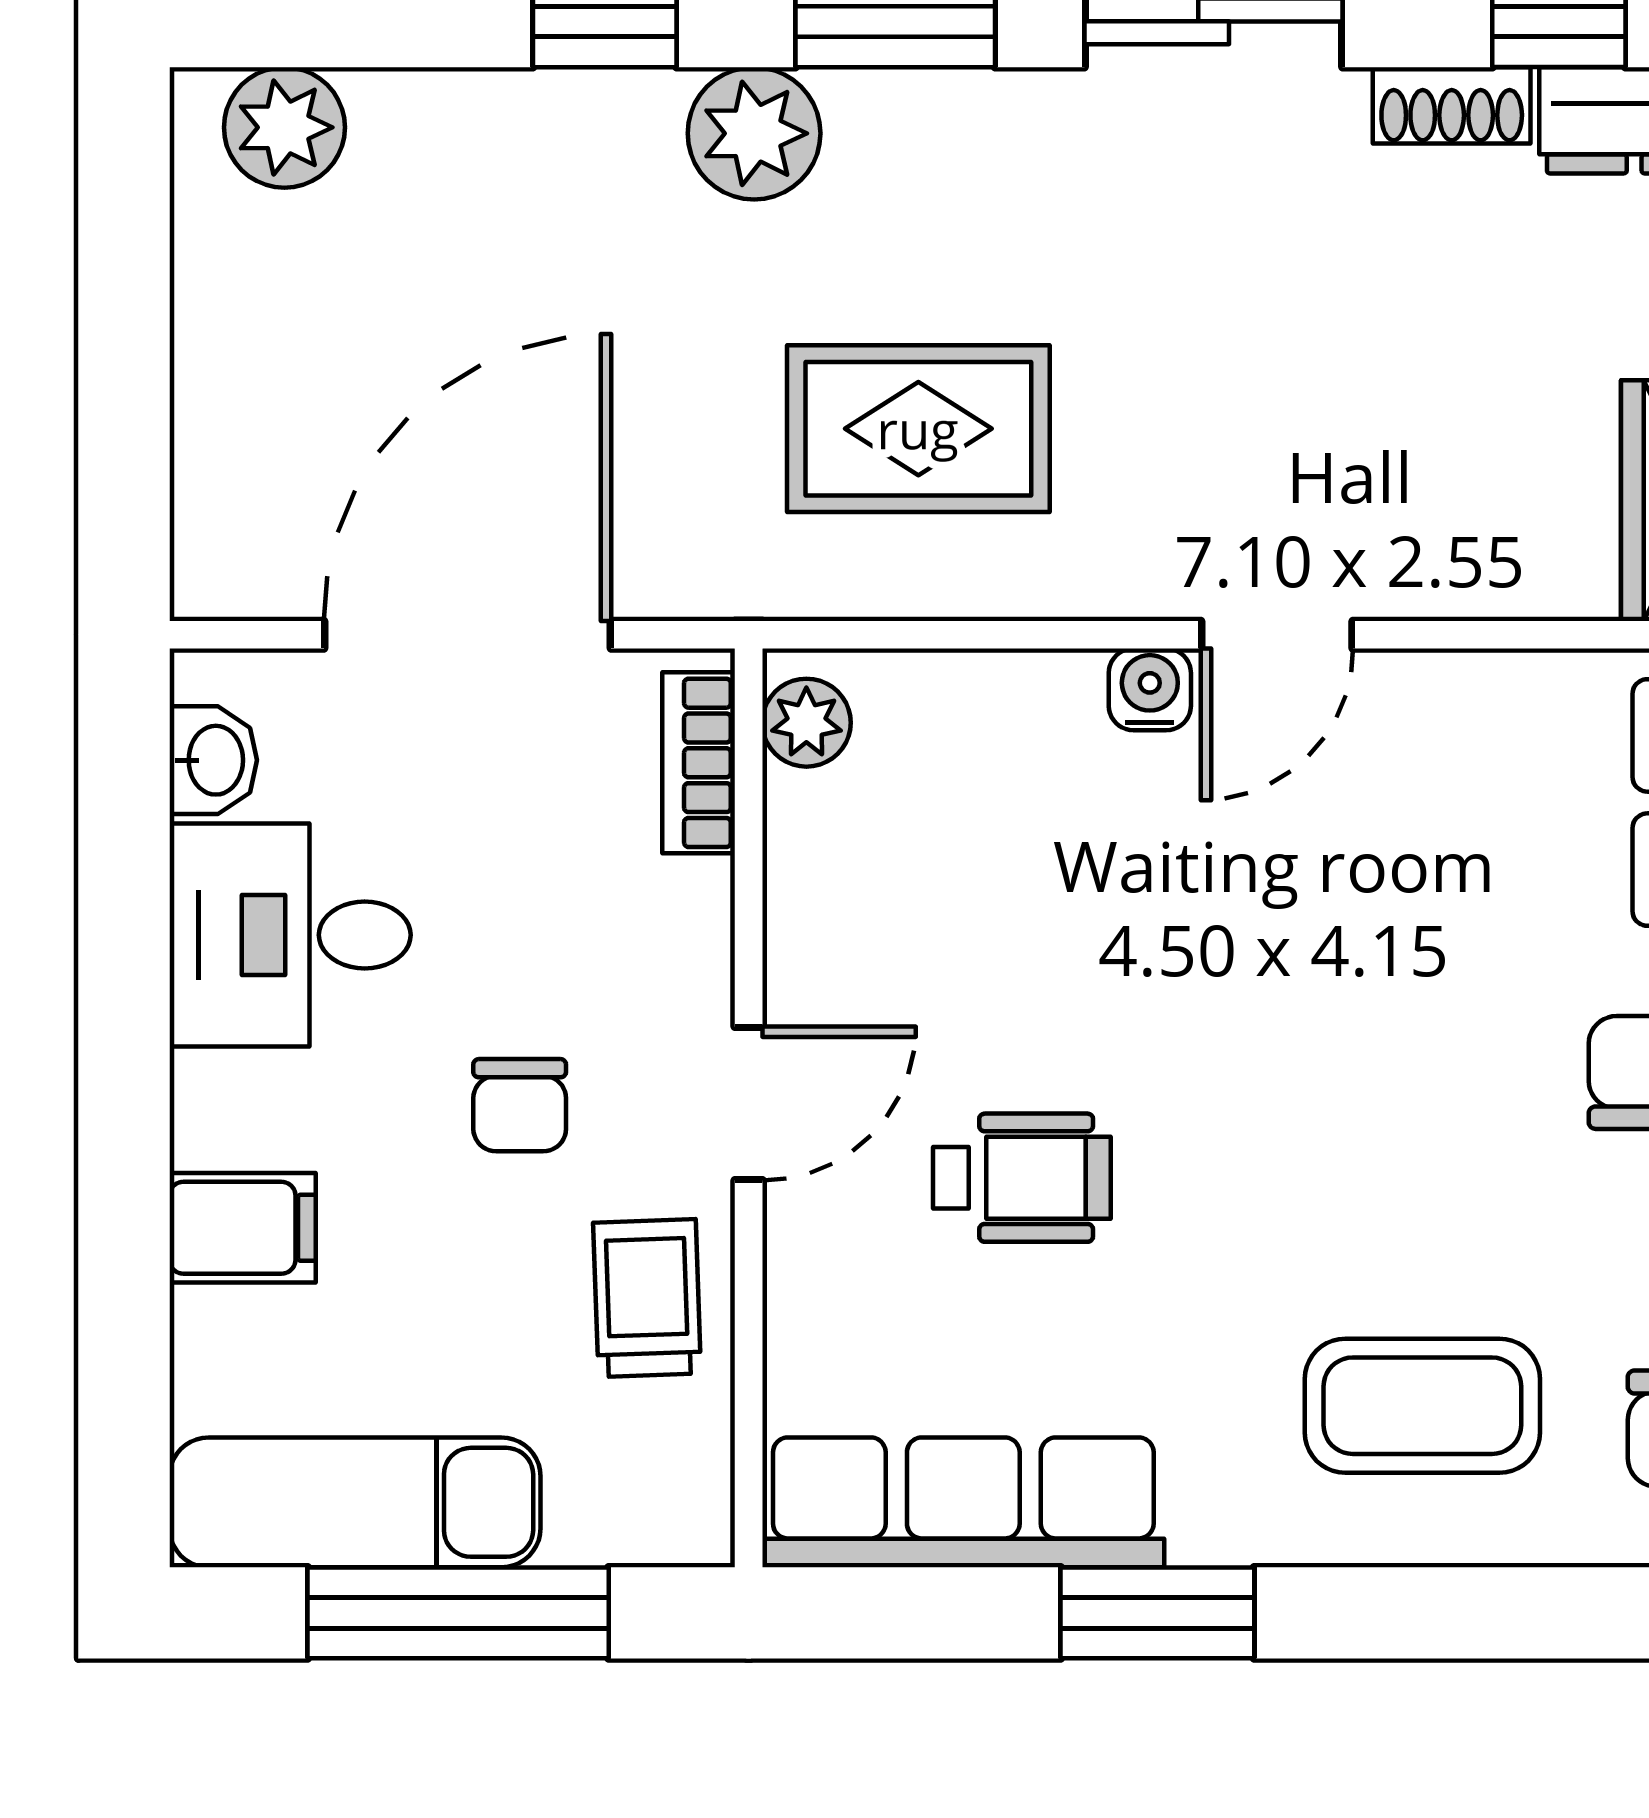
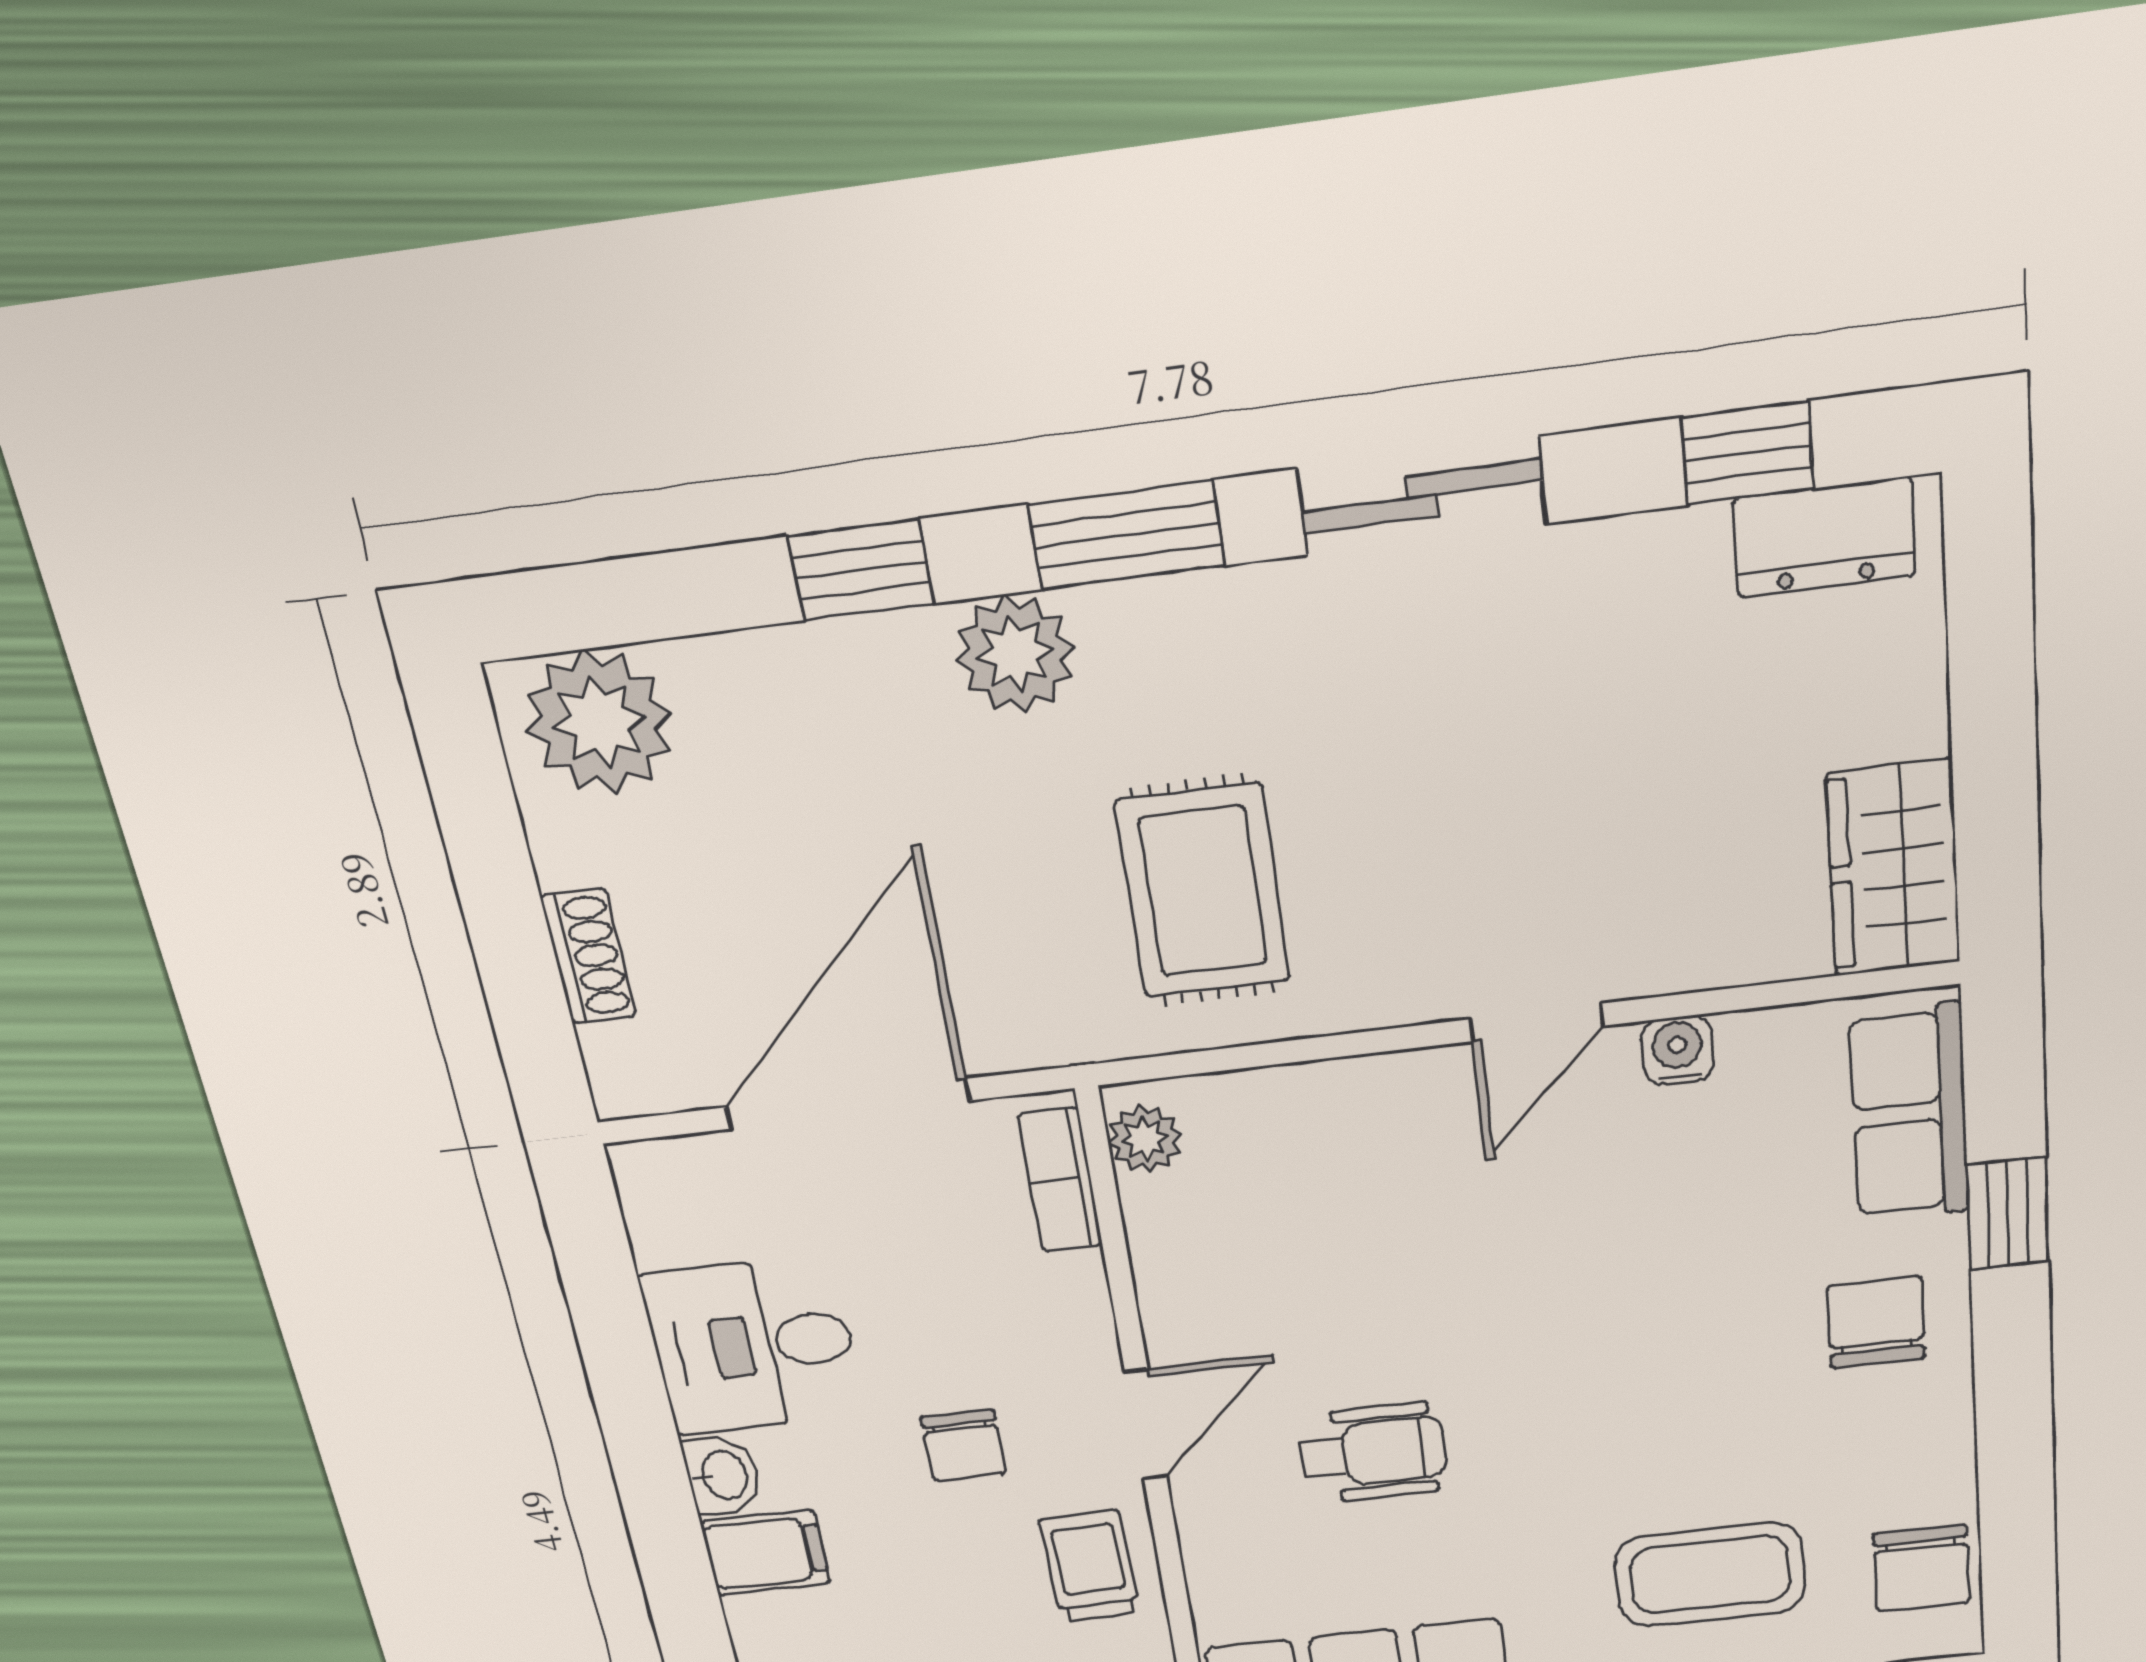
shoe rack: (1452, 105) -> (588, 956), moved, turned -90
plant: (284, 127) -> (599, 722), width x1.36, depth x1.36
rug: (918, 429) -> (1203, 891), turned 90
water cooler: (1150, 689) -> (1677, 1050), moved
washbasin: (213, 760) -> (723, 1475), moved

